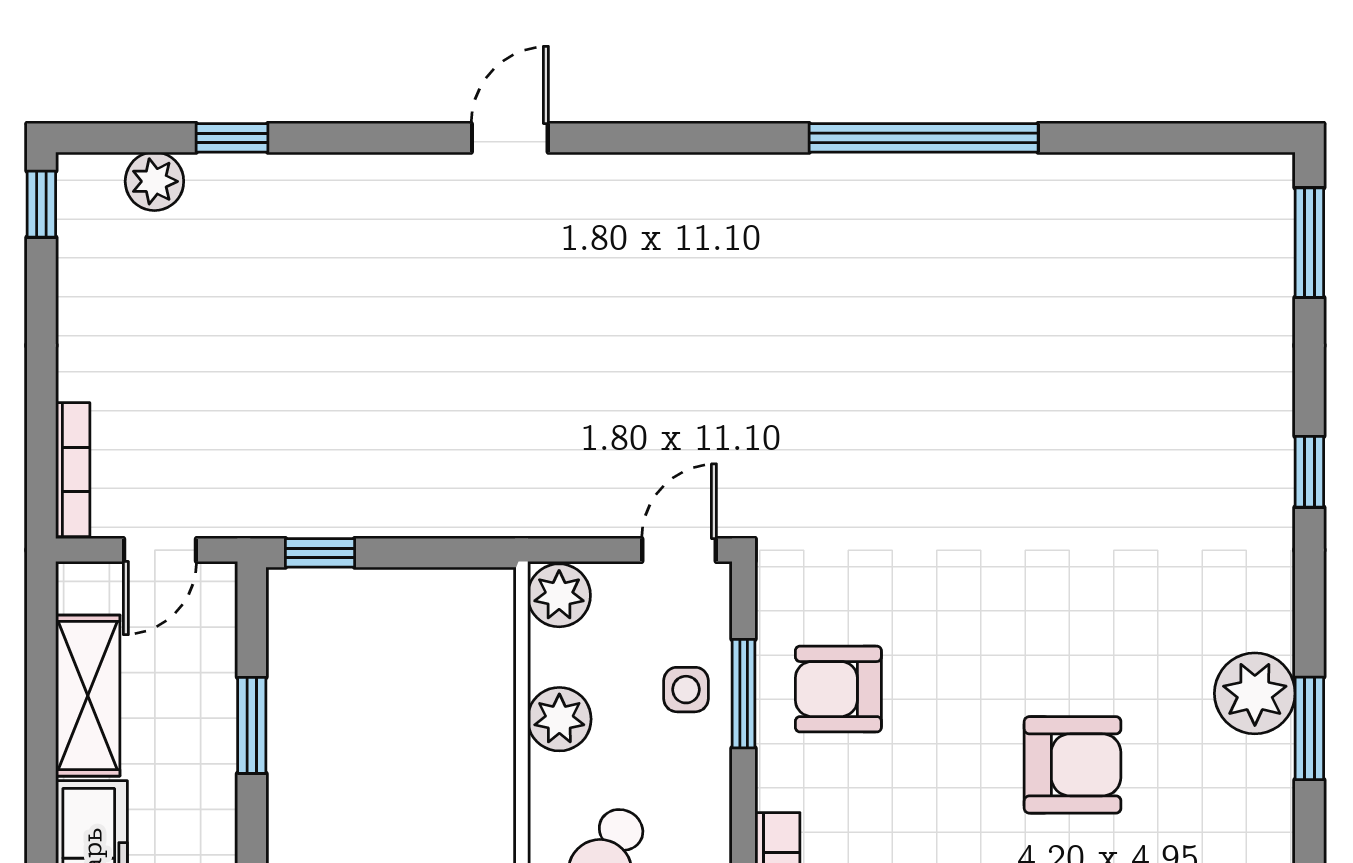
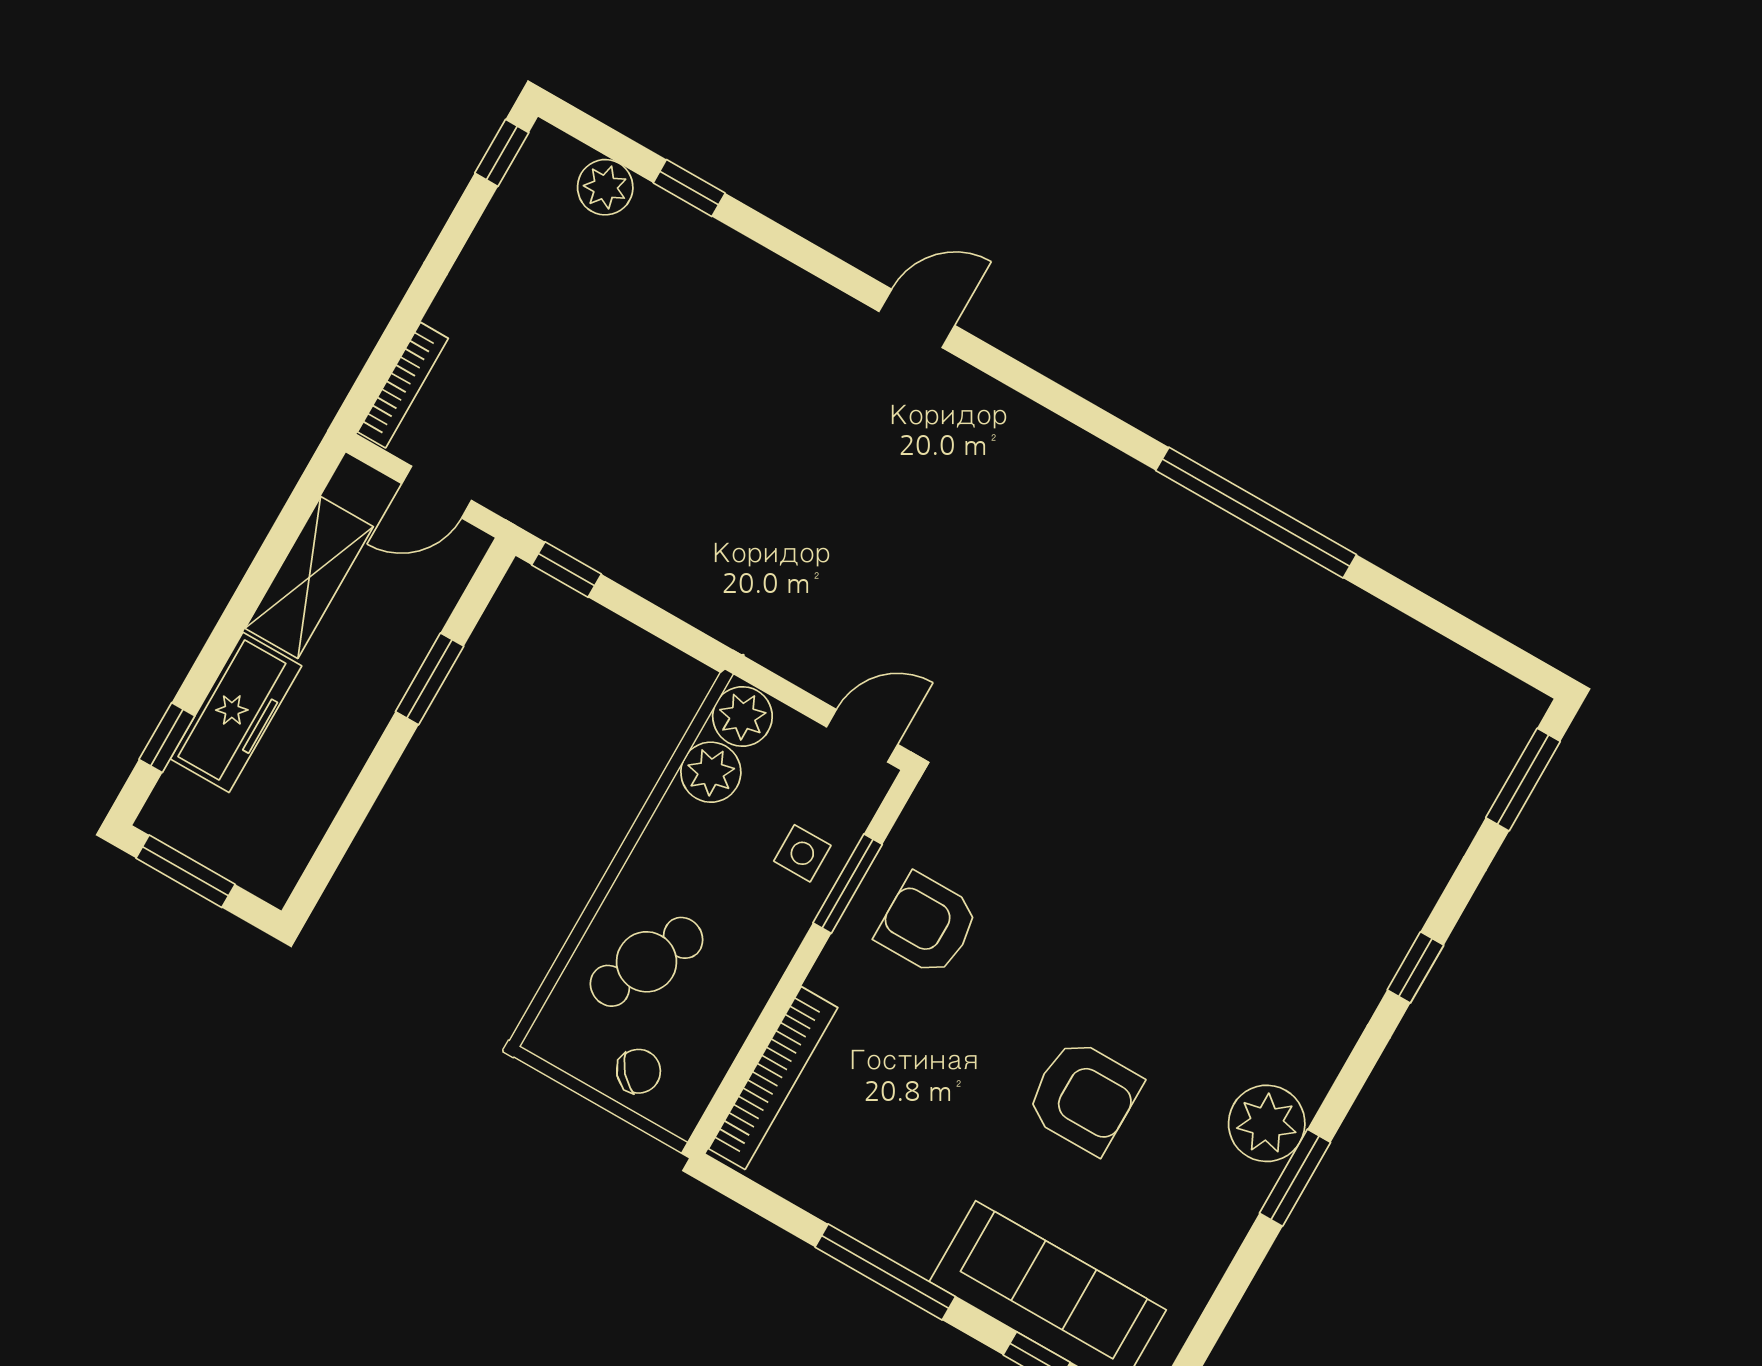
plant: (559, 719) -> (711, 772), moved

